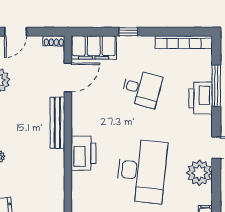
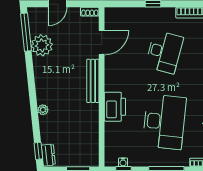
filing cabinet: (94, 47) -> (124, 17), removed
desk: (142, 89) -> (164, 52), width x1.37

